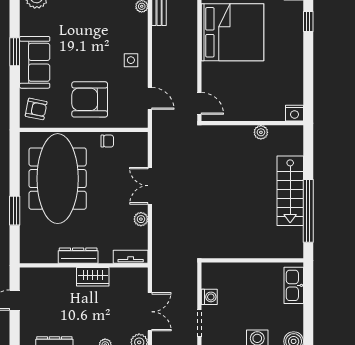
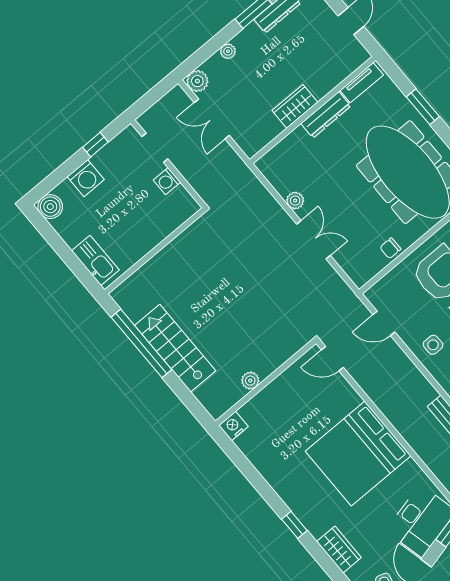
tv unit: (131, 257) -> (362, 83), moved

